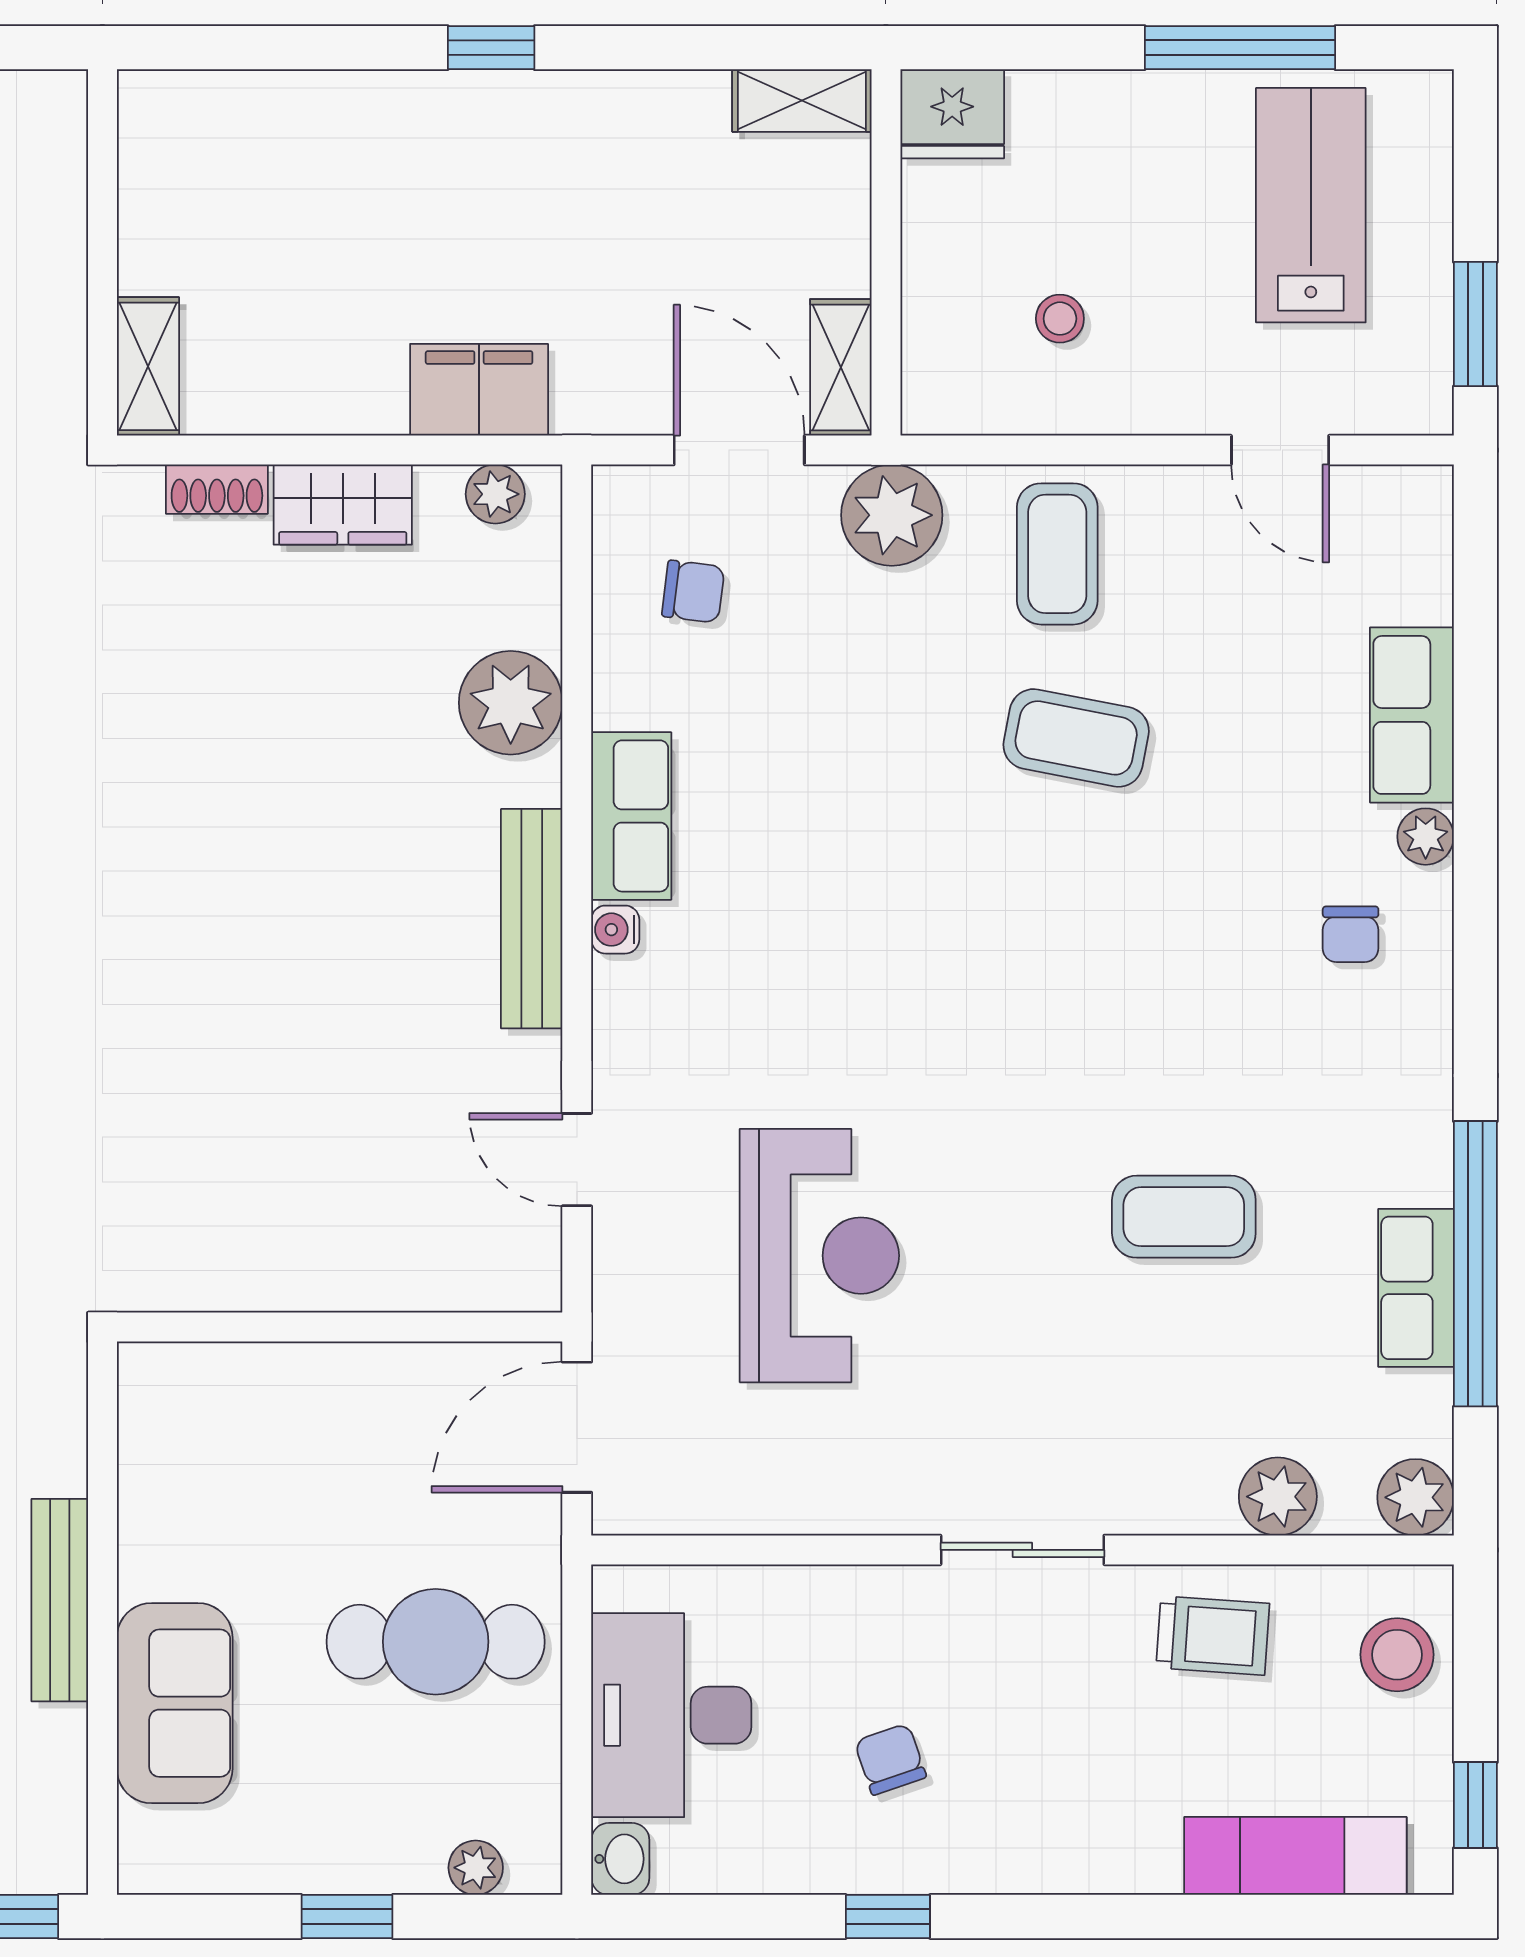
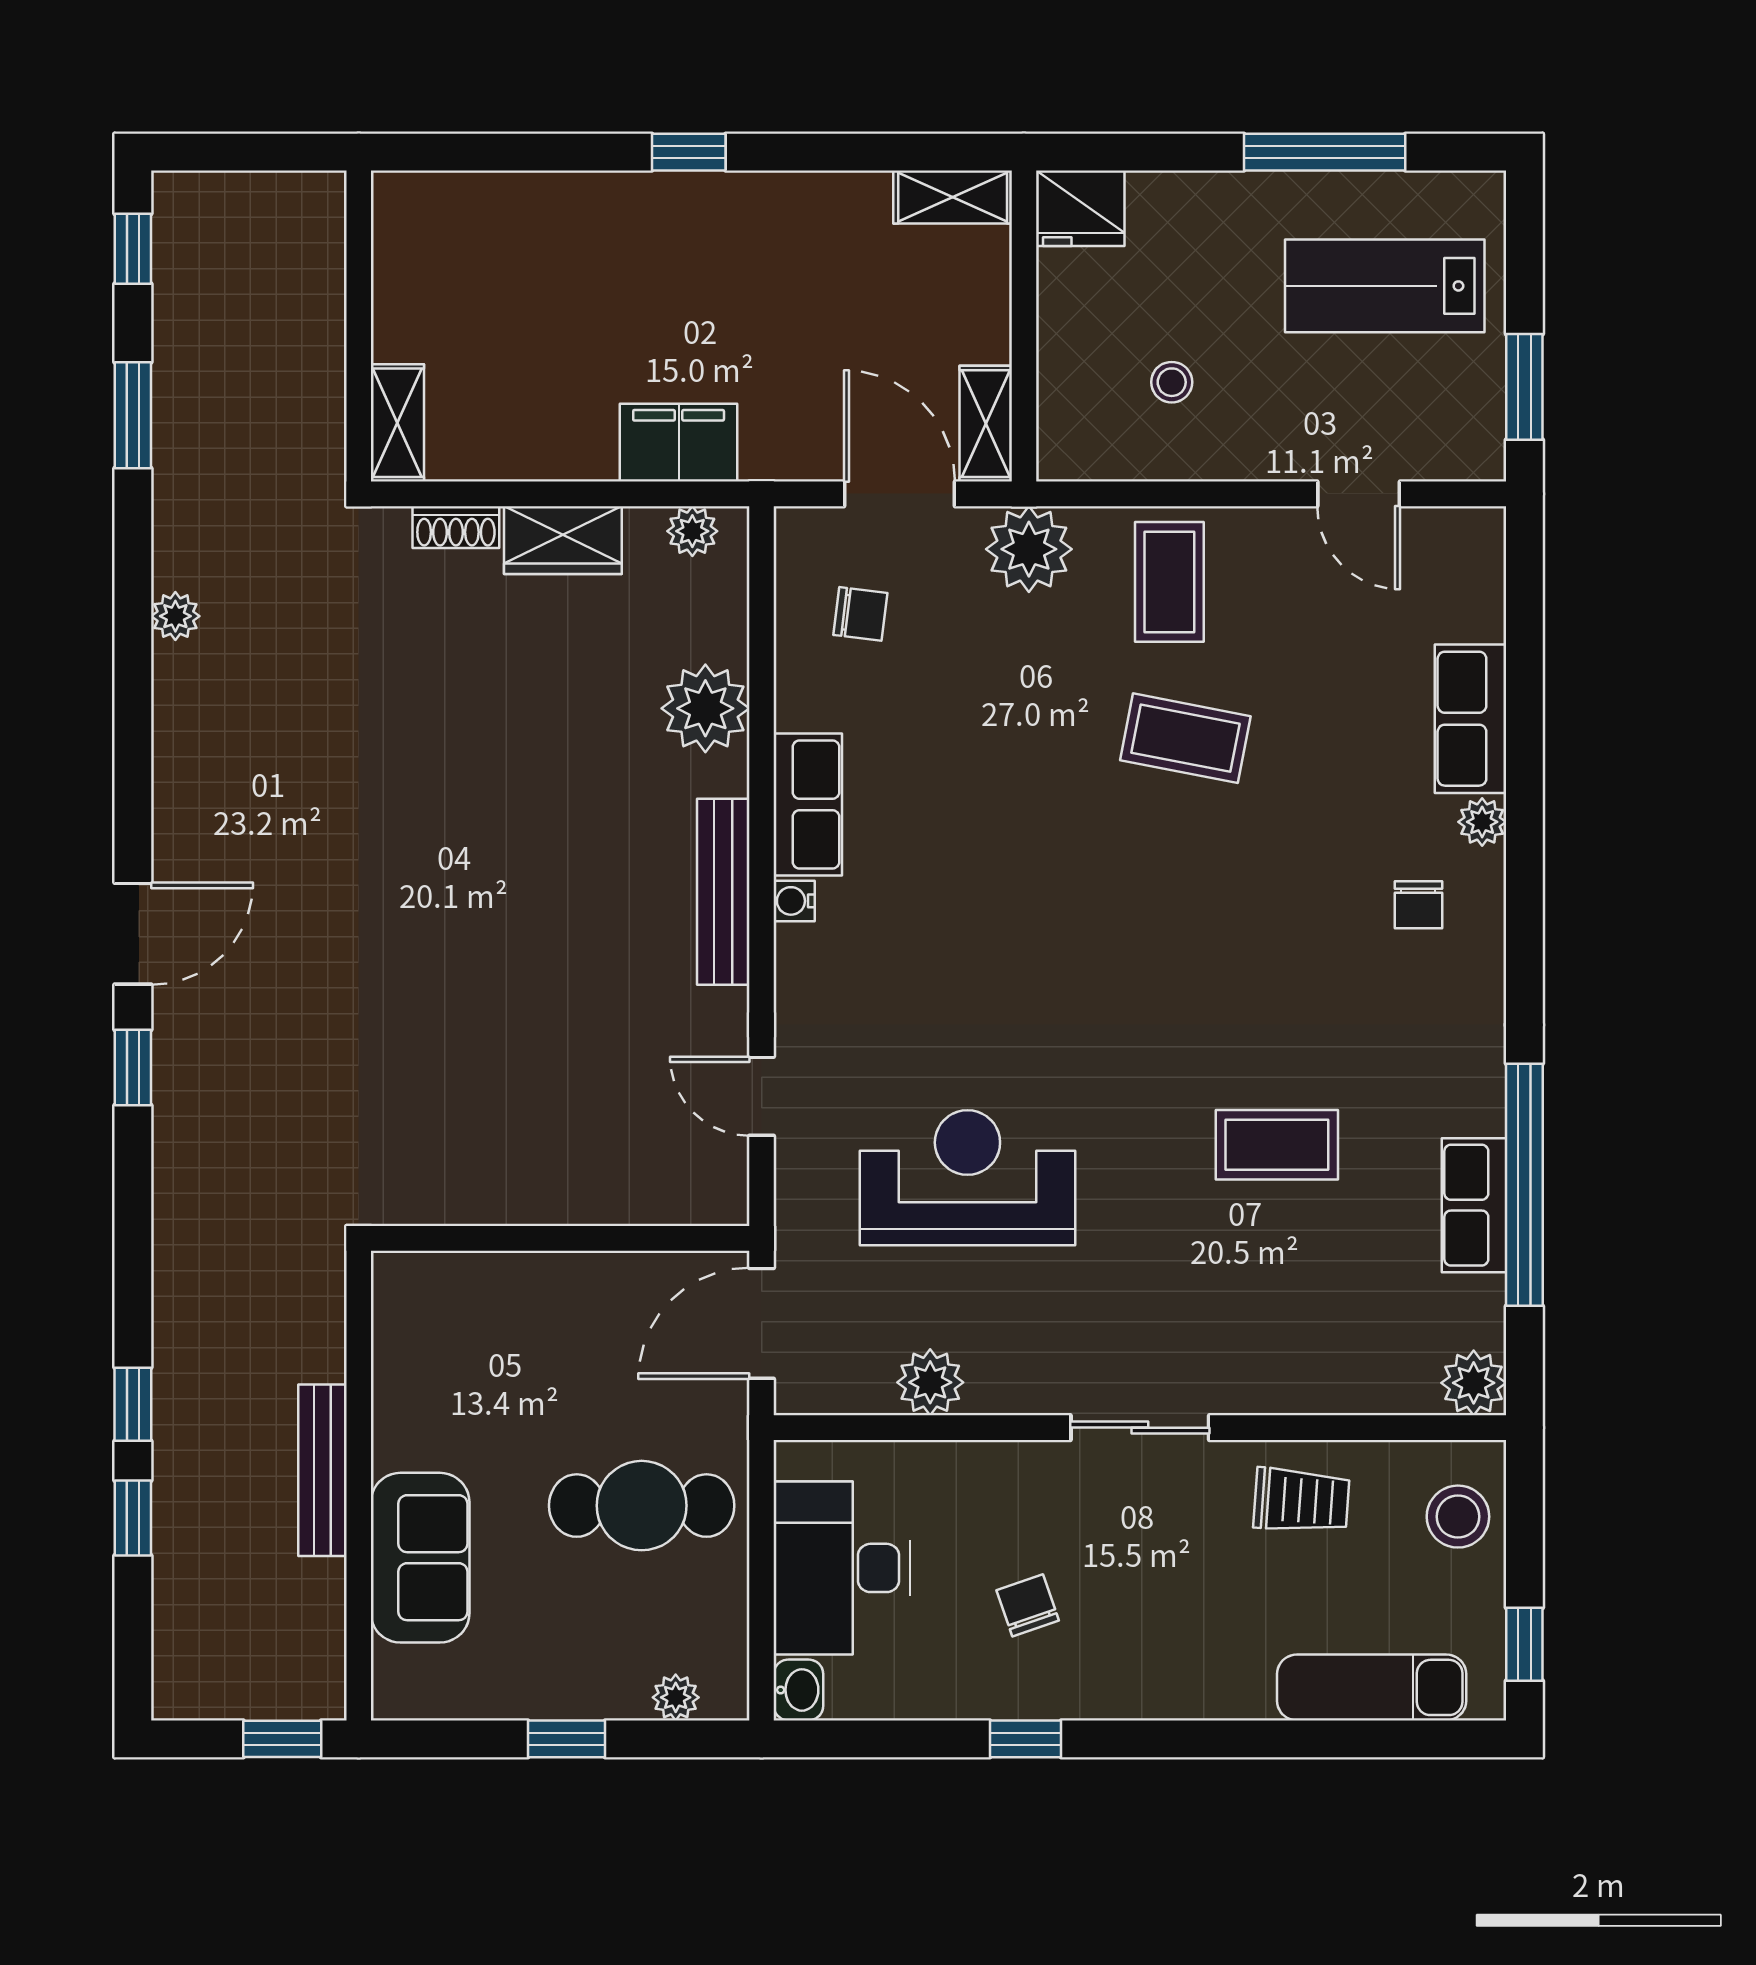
lab bench: (1311, 205) -> (1385, 286), turned -90
reception desk: (819, 1256) -> (967, 1178), turned -90
plant: (1278, 1497) -> (930, 1382), moved

